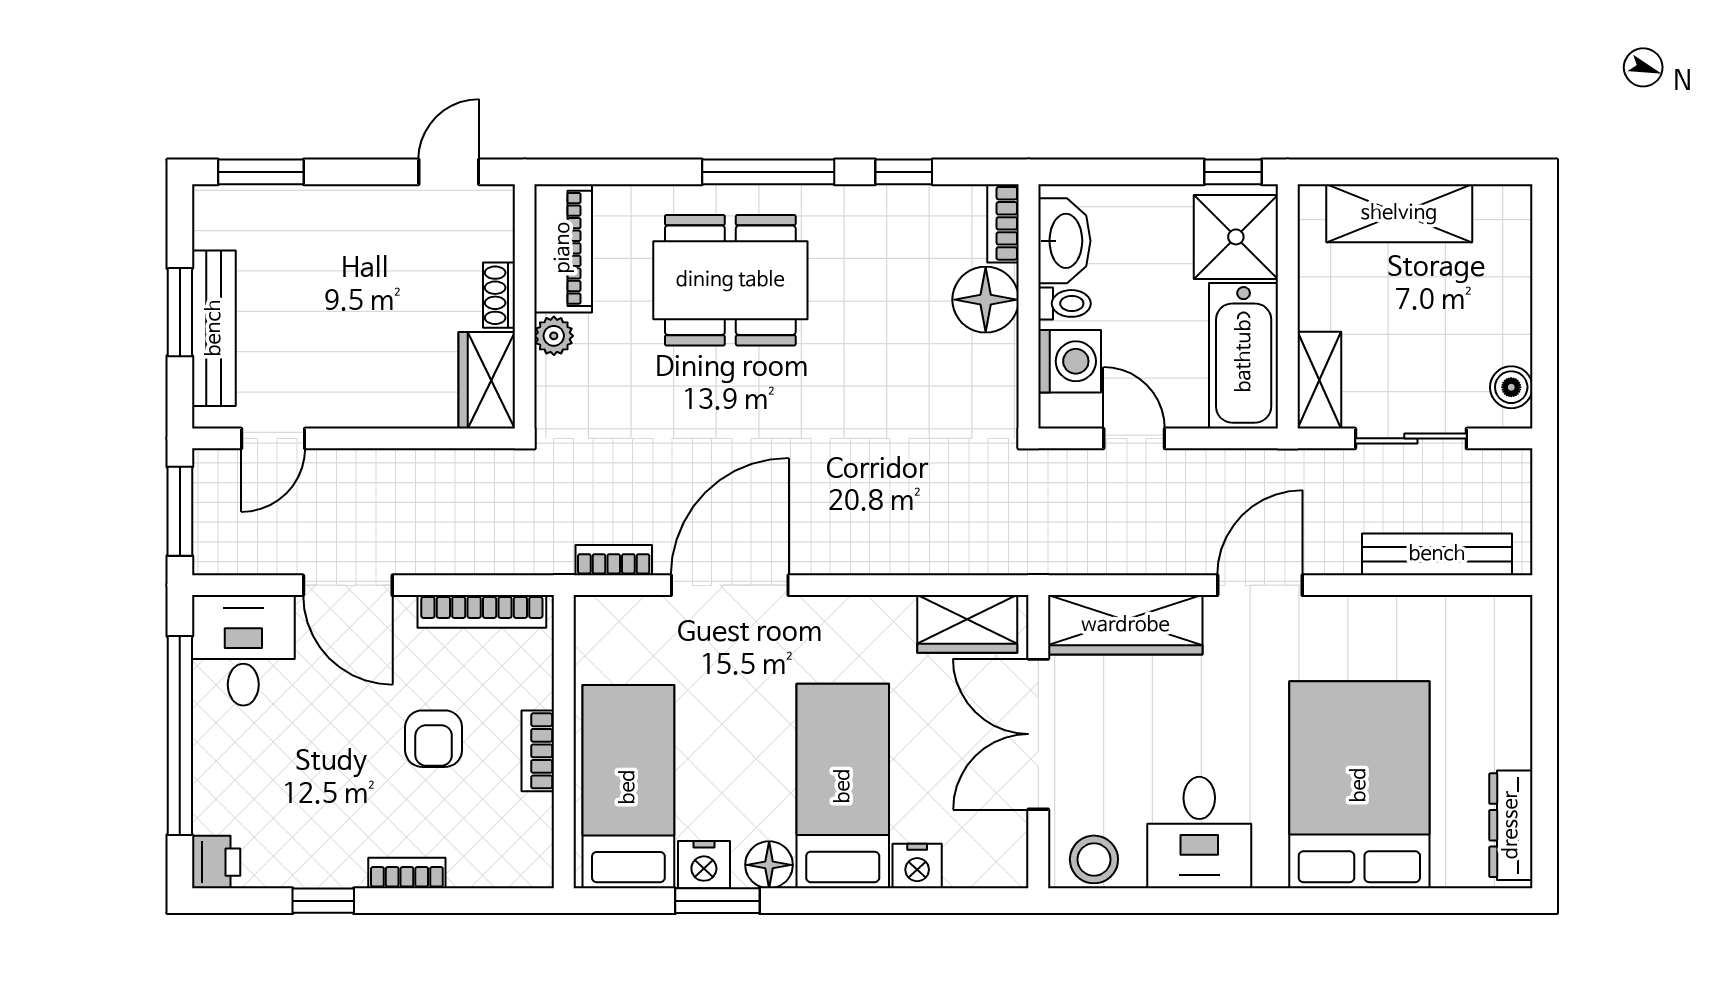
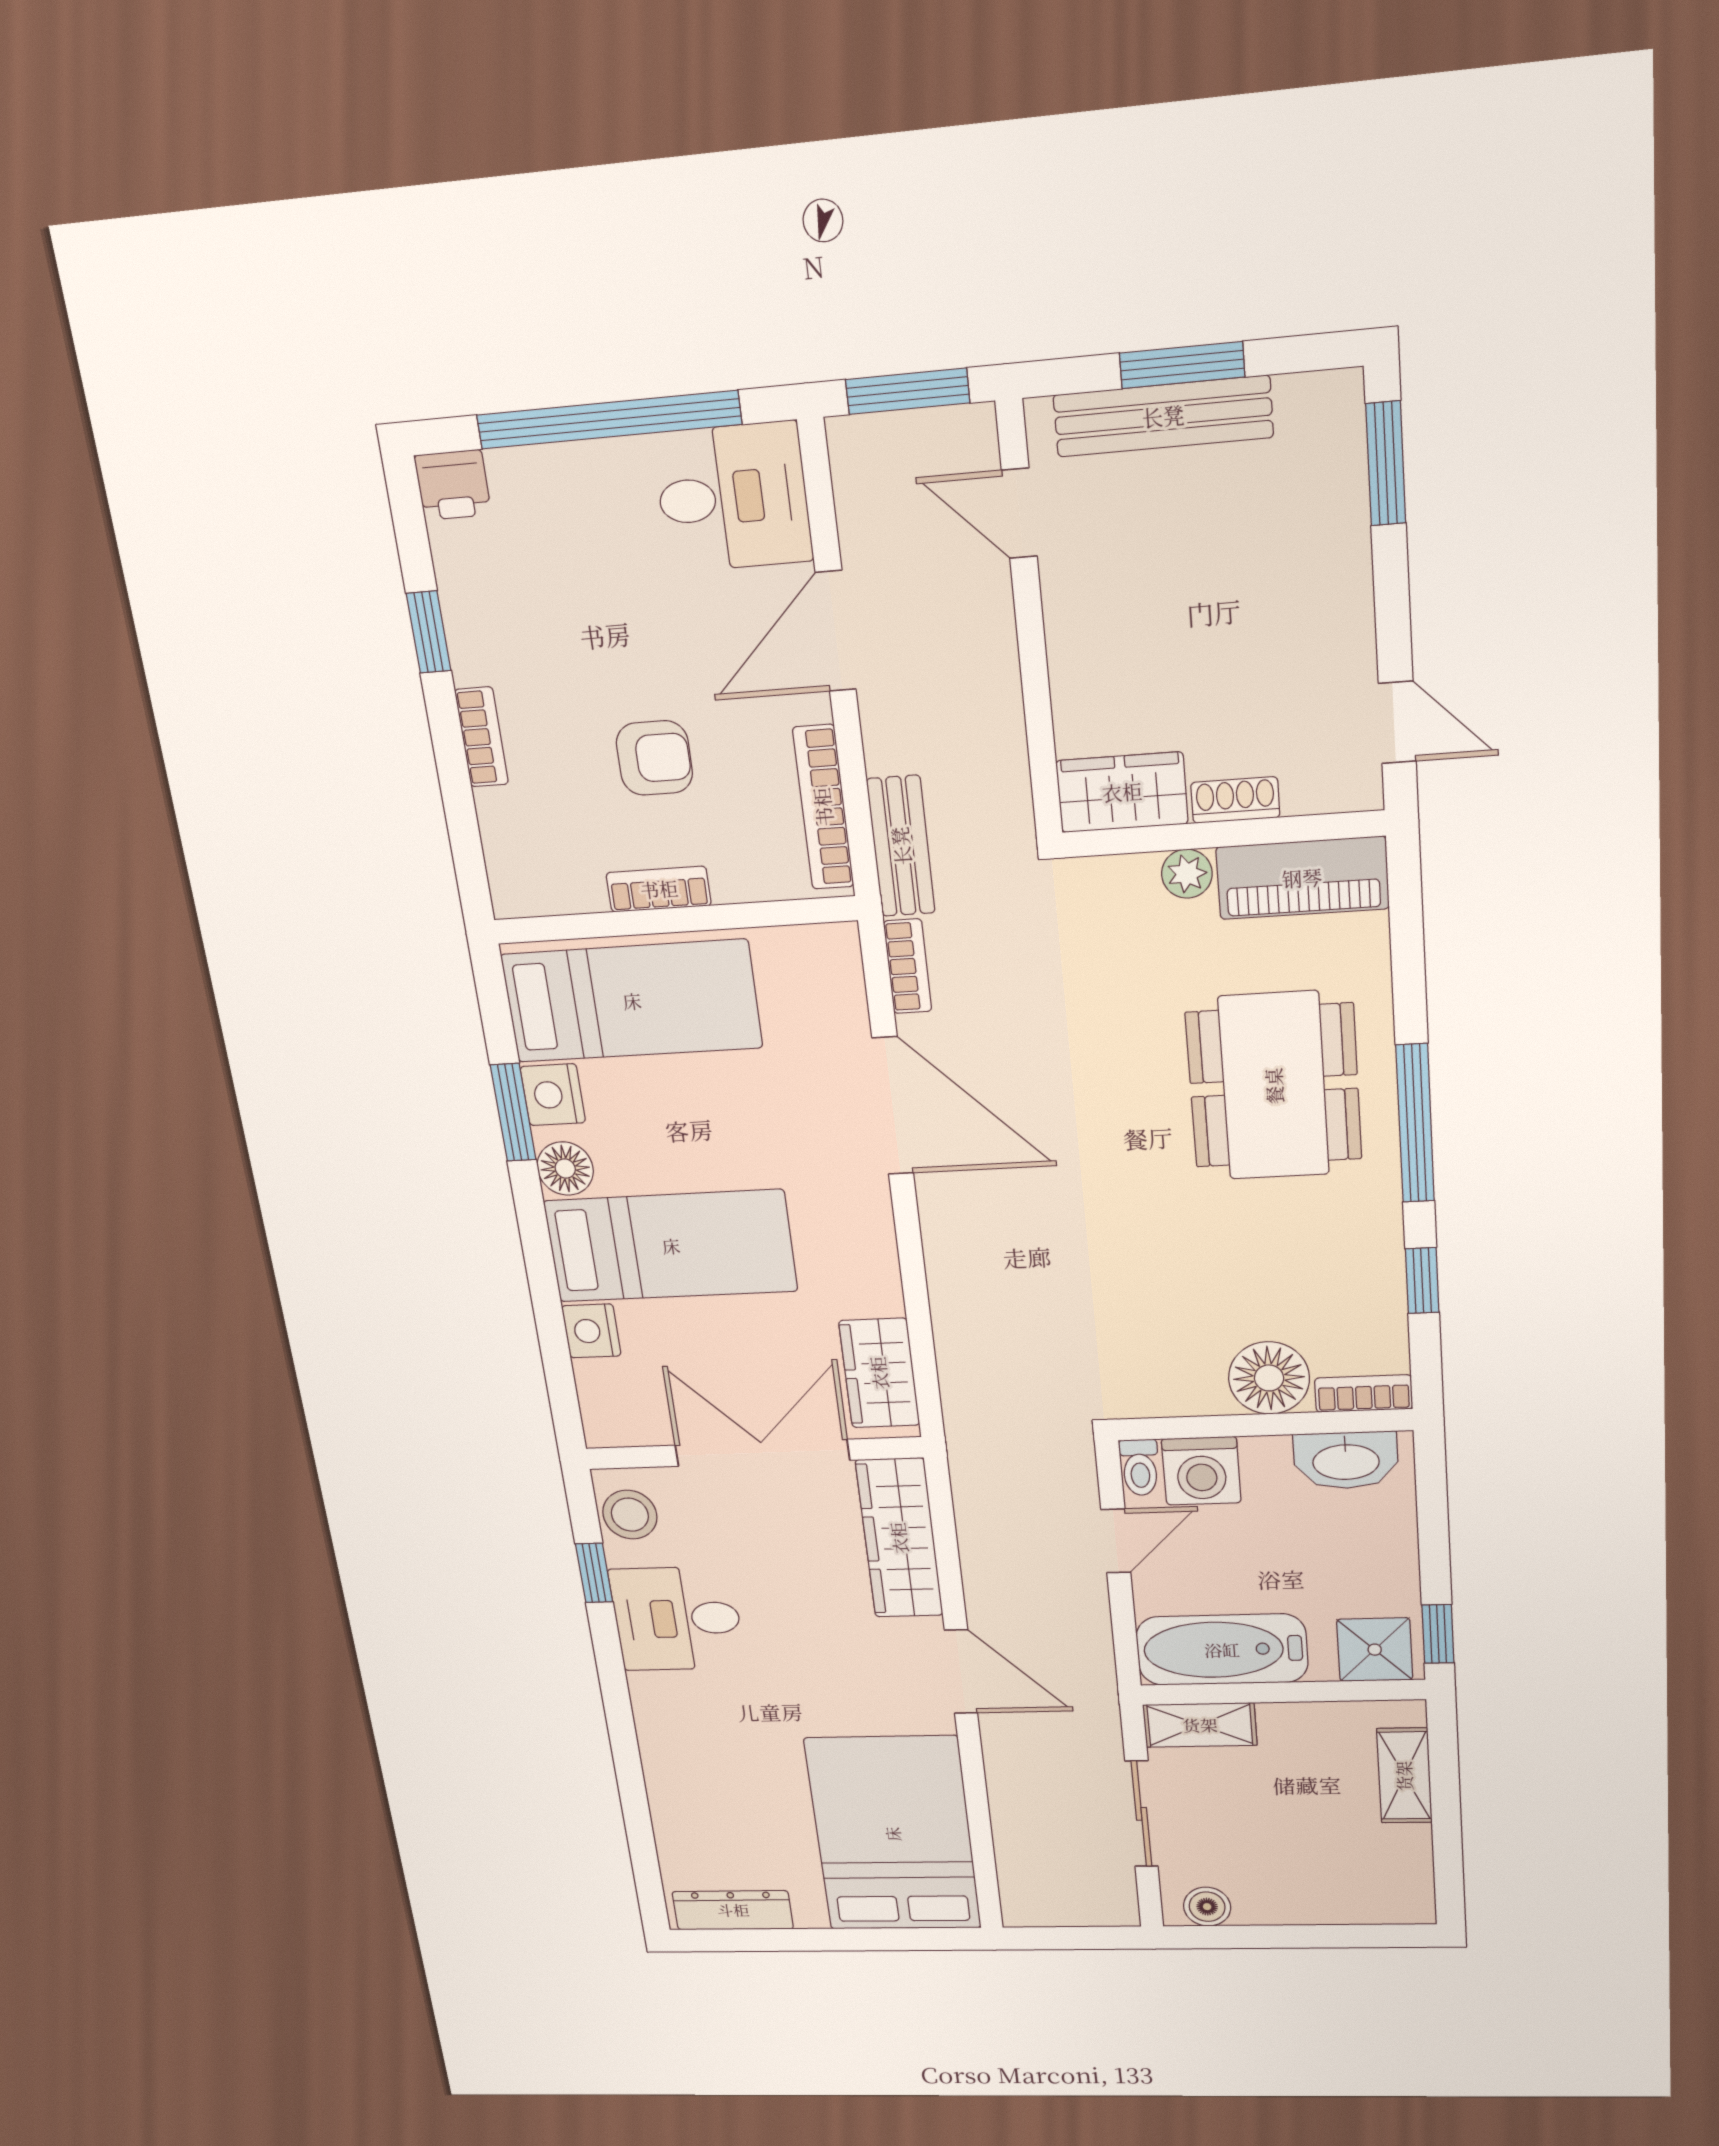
shelving: (1399, 213) -> (1404, 1776), width x0.67, depth x0.75
shower: (1236, 237) -> (1375, 1650), width x0.73, depth x0.73
toilet: (1064, 303) -> (1140, 1467), moved
bench: (1437, 554) -> (901, 846), moved, width x0.73
armchair: (434, 739) -> (654, 758), turned 180
bed: (1359, 785) -> (893, 1834), moved, turned -90
window: (1151, 901) -> (594, 1573), added

